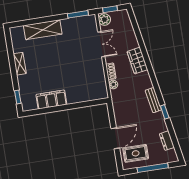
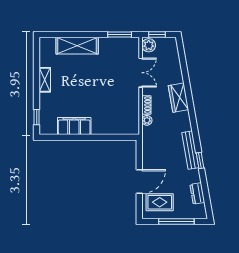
bench: (153, 100) -> (190, 150), width x1.36

